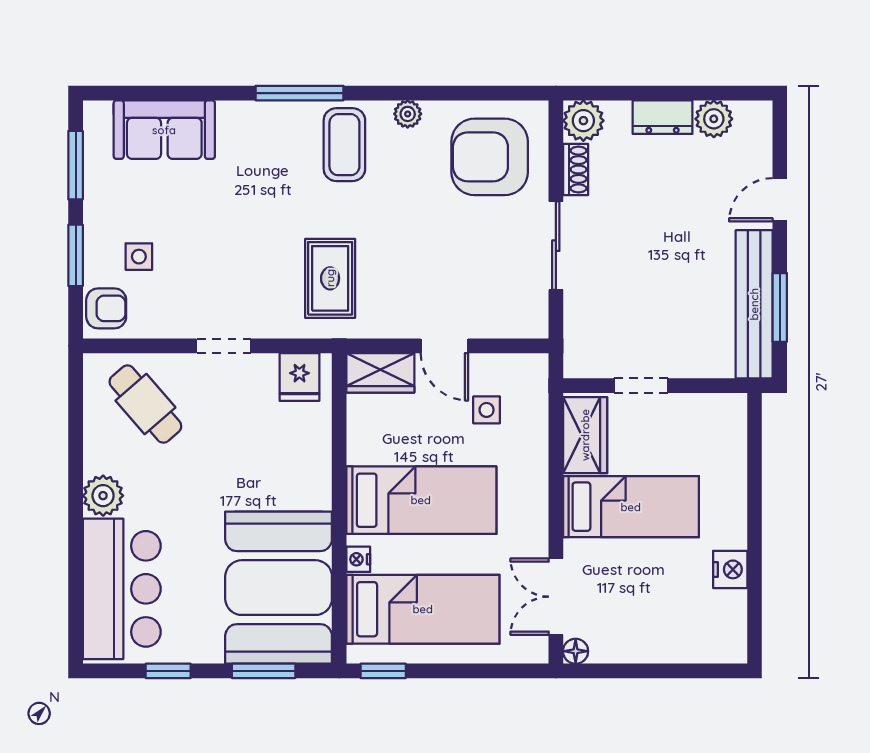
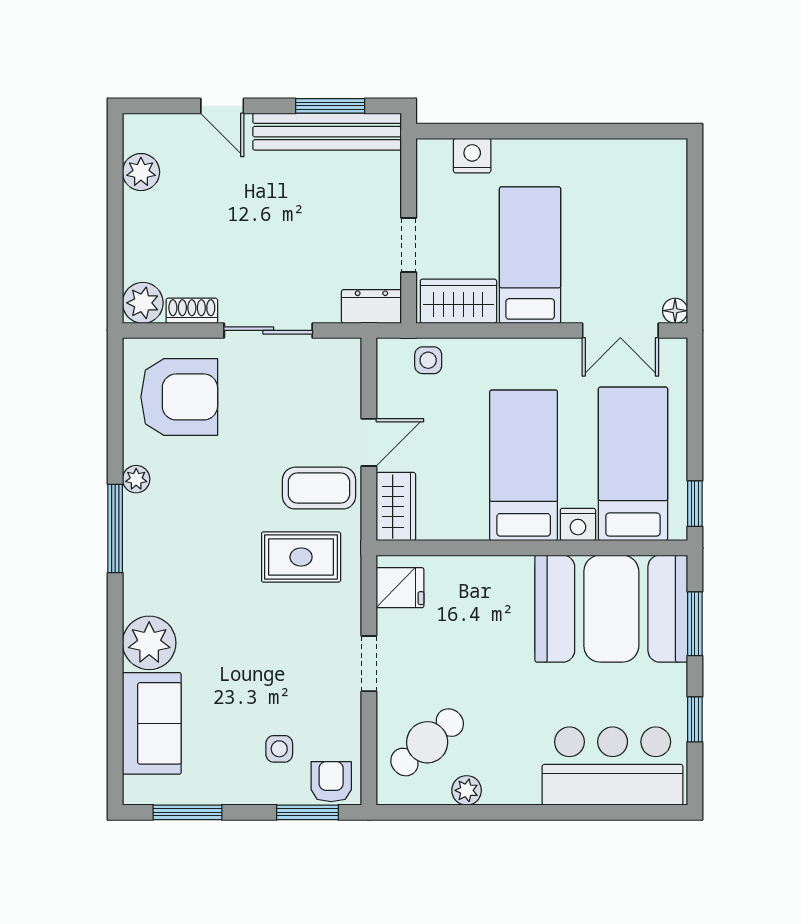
window: (300, 93) -> (115, 529), moved
dresser: (663, 117) -> (371, 306), moved, turned -90
plant: (244, 127) -> (149, 643), added
coffee table: (344, 145) -> (319, 488), moved
armchair: (490, 157) -> (179, 397), turned -90
window: (76, 255) -> (307, 812), moved
side table: (487, 410) -> (428, 360), moved
plant: (103, 496) -> (467, 790), moved, width x0.73, depth x0.73
nightstand: (358, 559) -> (578, 524), width x1.39, depth x1.35
nightstand: (730, 569) -> (472, 156), moved

